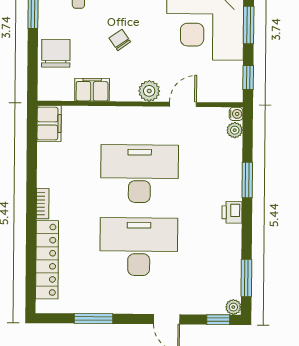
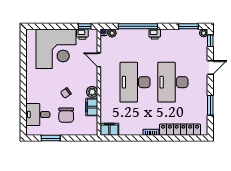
window: (249, 25) -> (58, 26), removed
chair: (56, 53) -> (66, 115), moved, turned -90
printer: (233, 73) -> (82, 34), added
plant: (149, 91) -> (92, 92), moved
window: (247, 180) -> (138, 26), width x2.11

